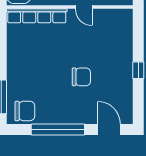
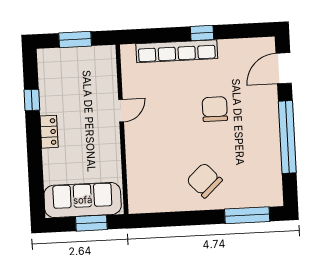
row of seats: (37, 16) -> (177, 51), moved, turned 90
chair: (25, 111) -> (204, 180), moved, turned -43

